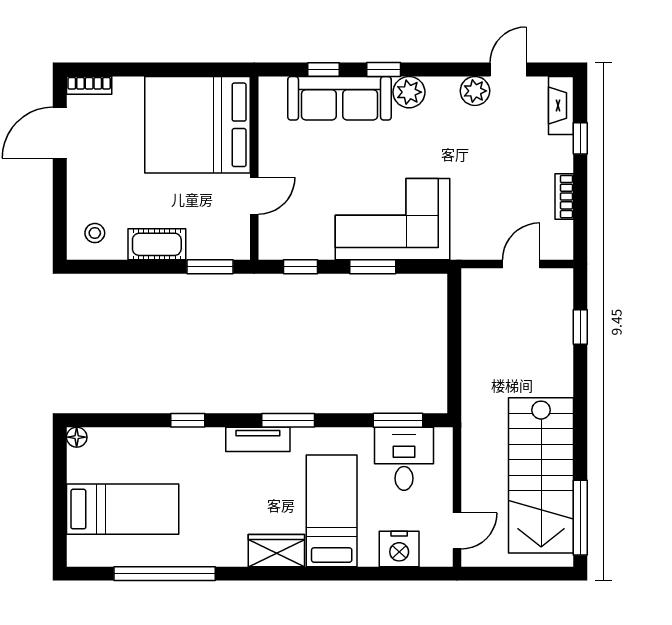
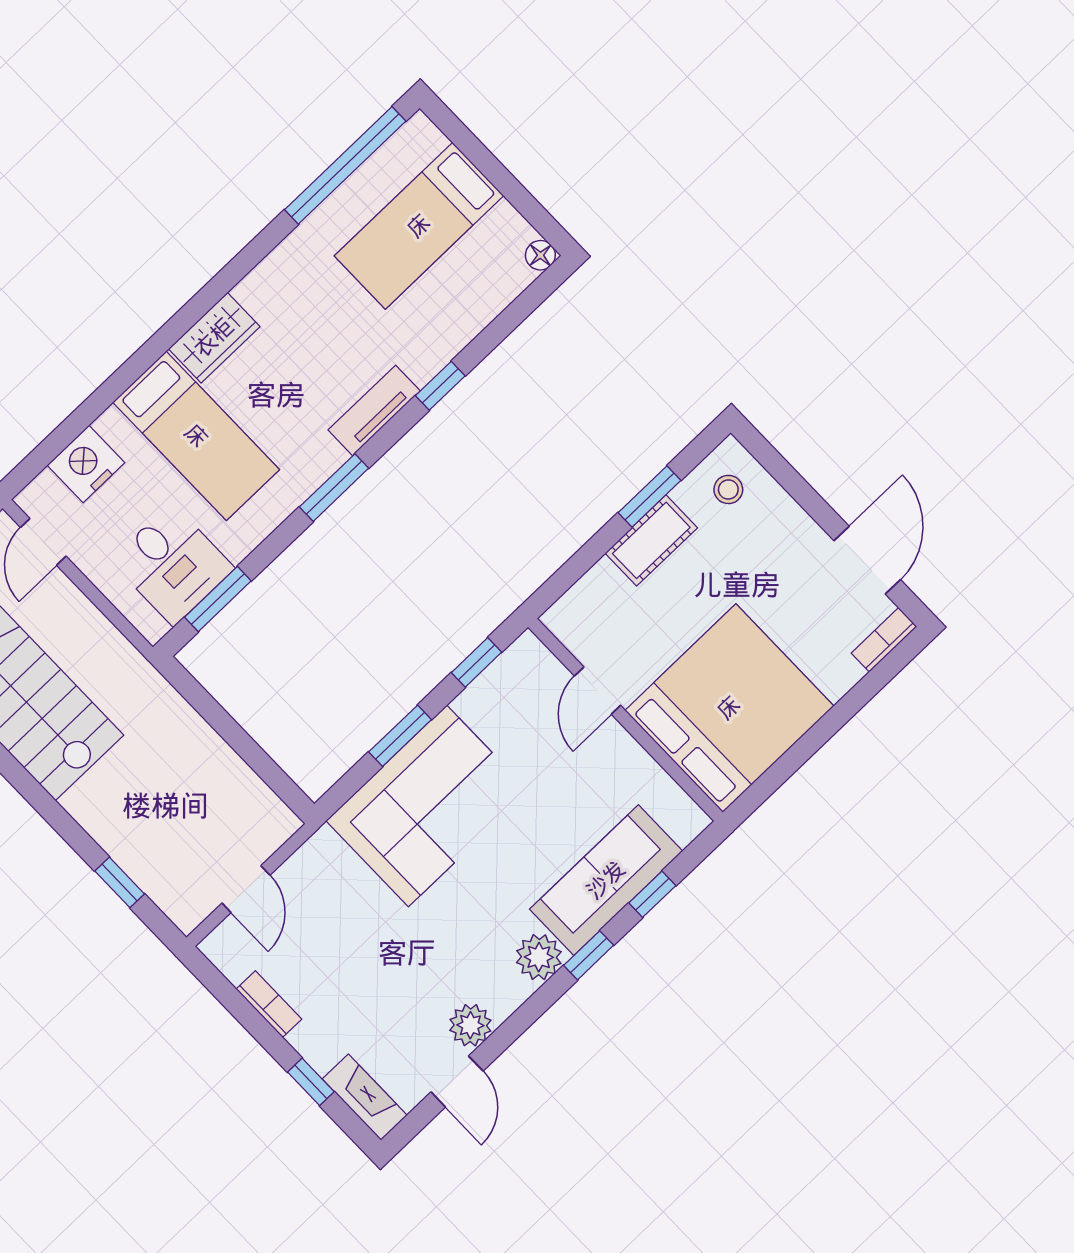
window: (210, 267) -> (650, 496), moved
tv unit: (258, 439) -> (374, 410), moved
window: (165, 574) -> (345, 165), moved

